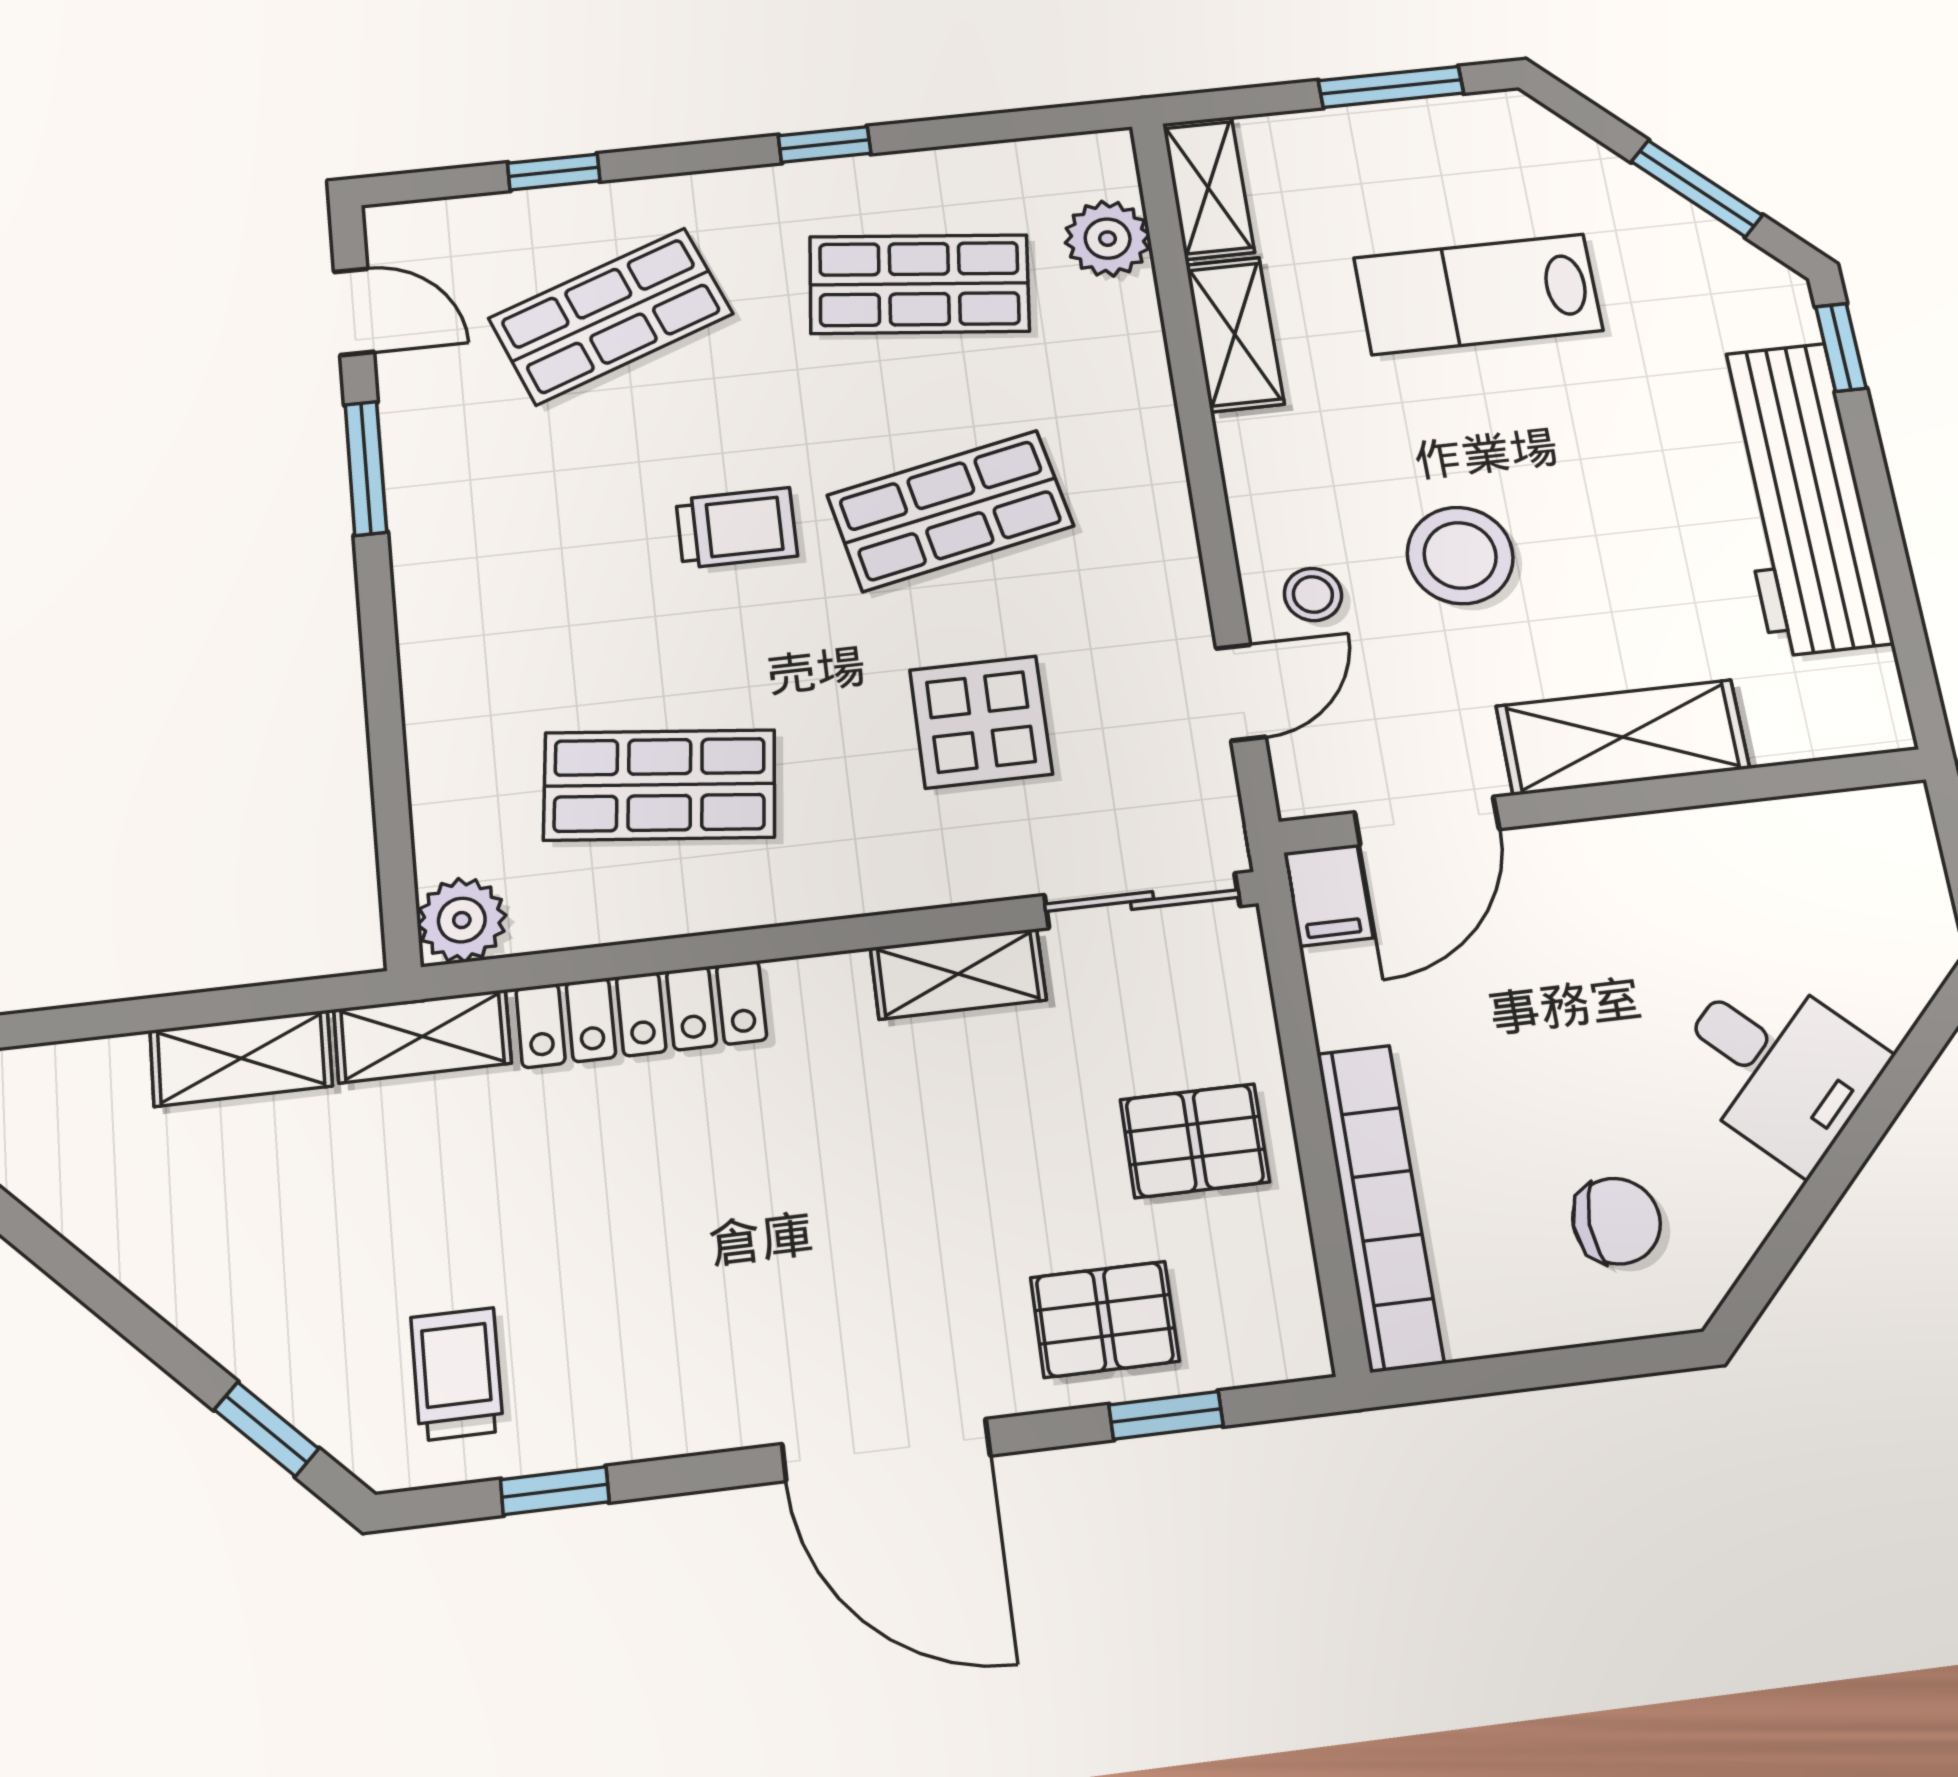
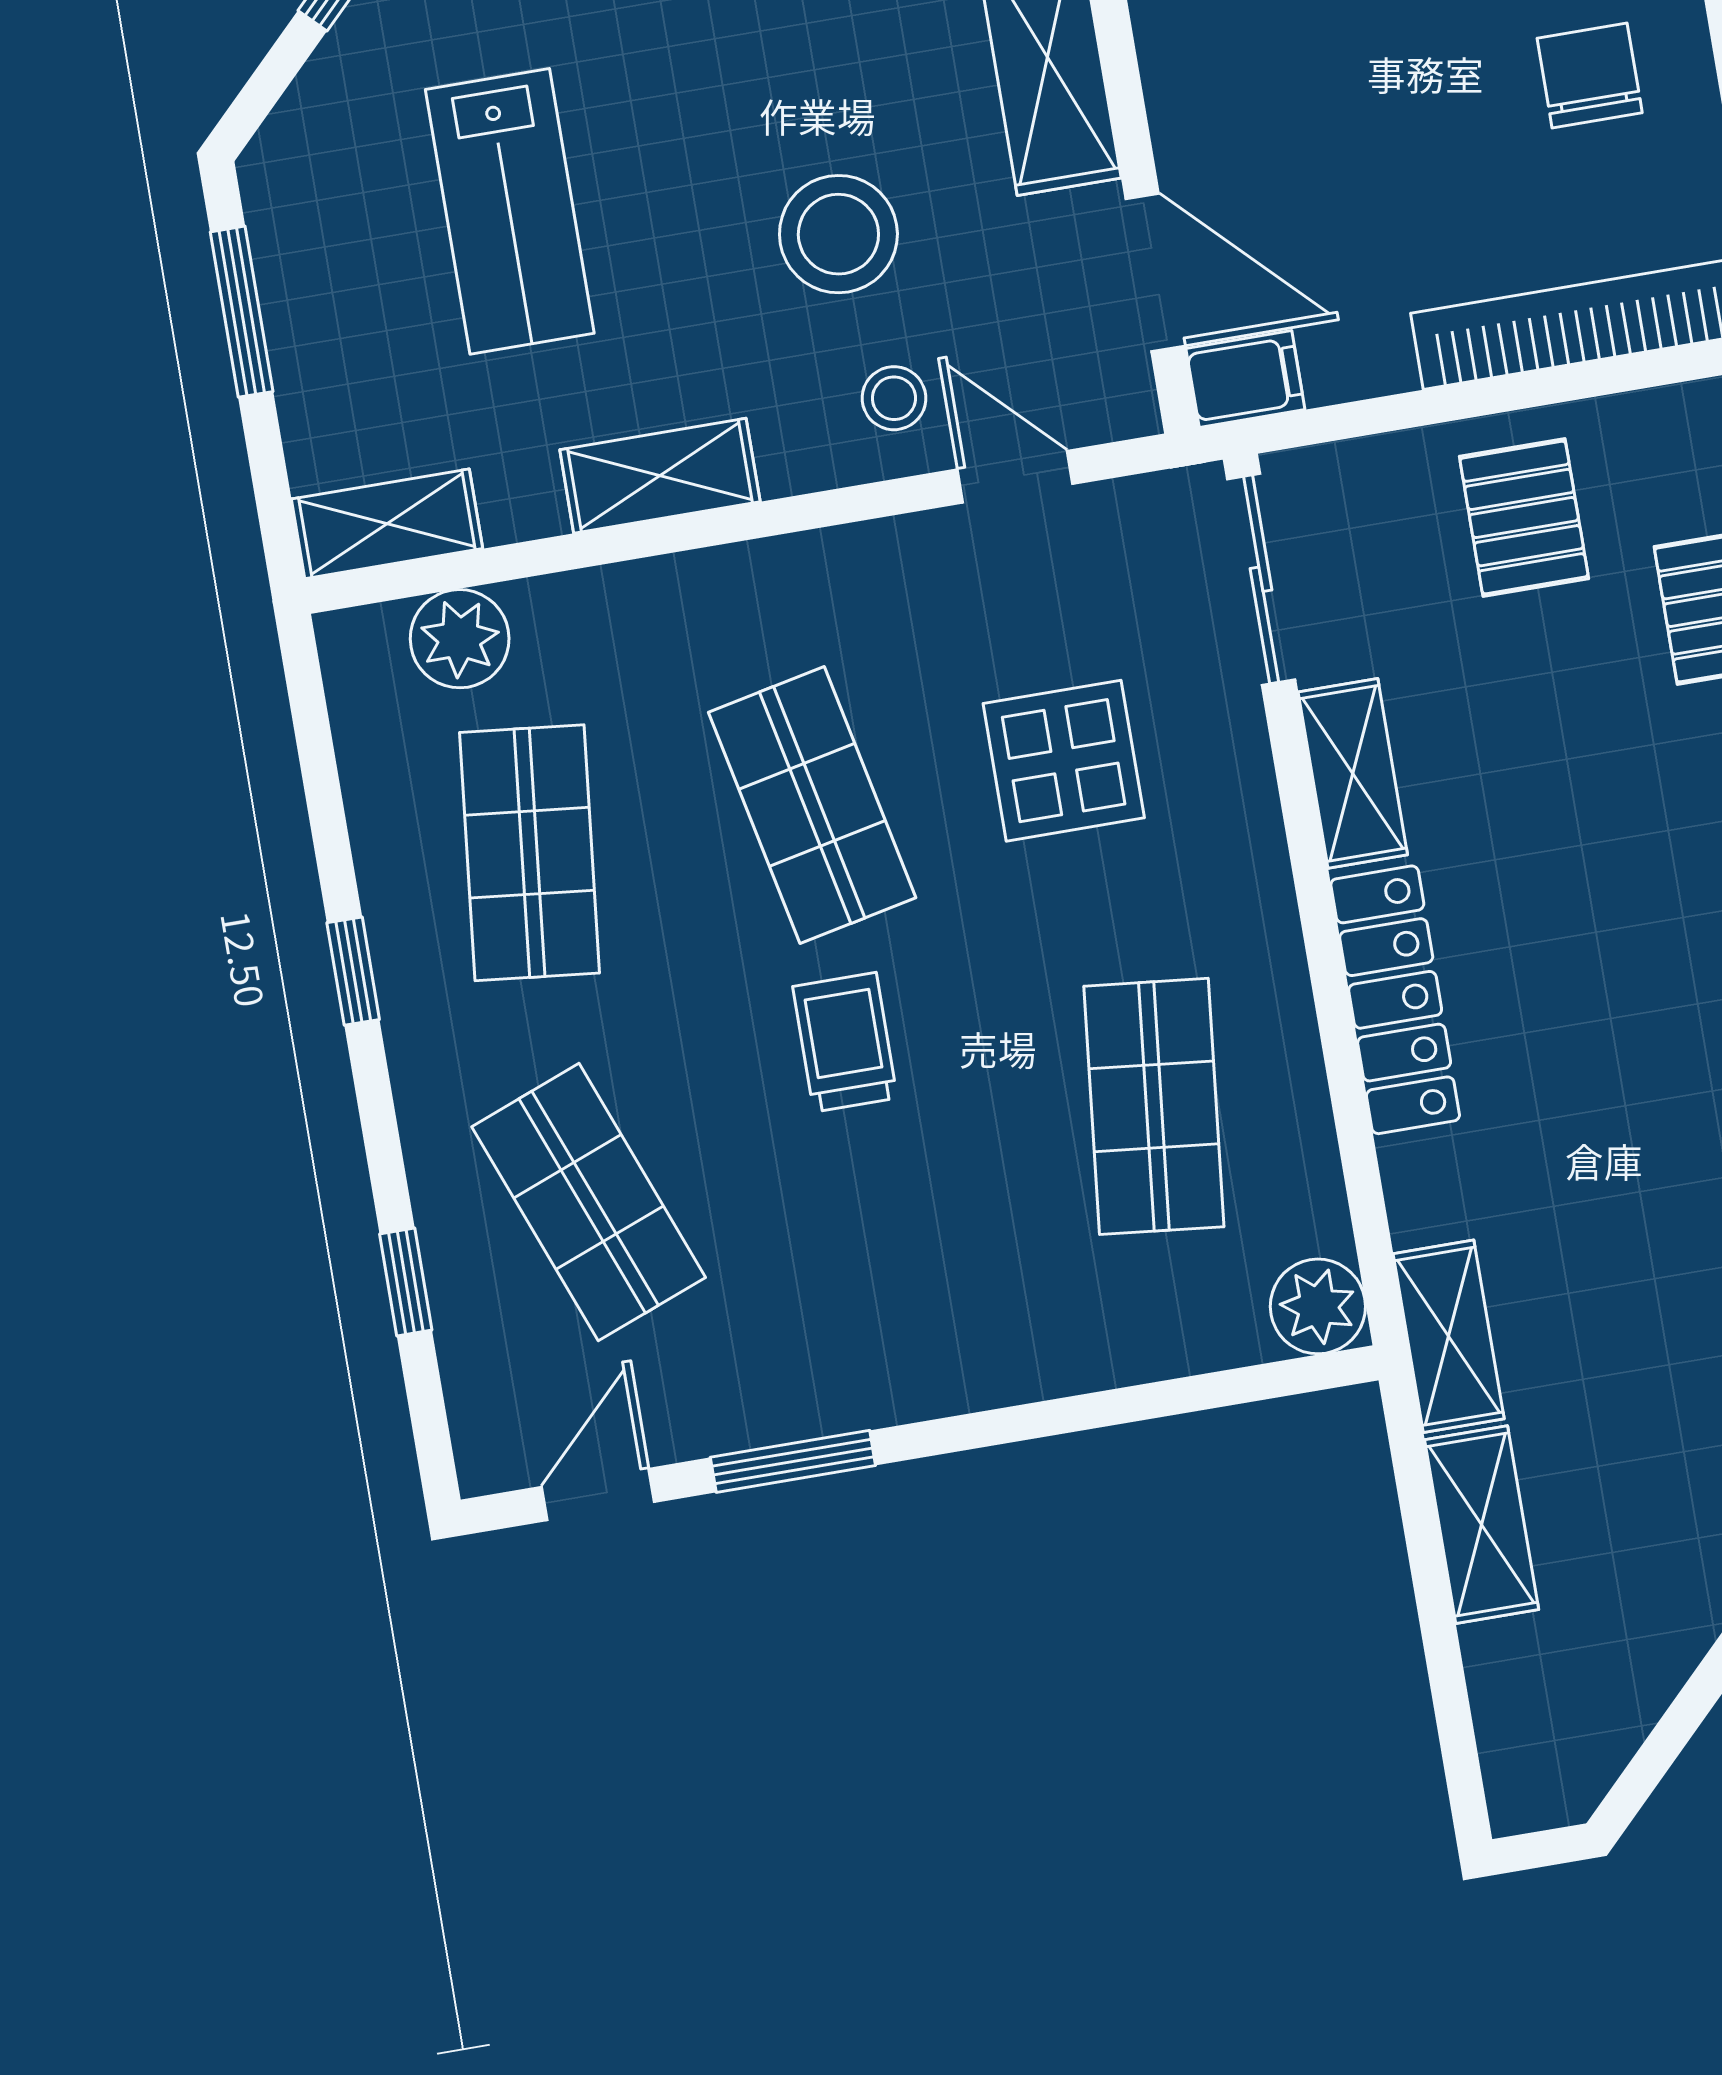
shelving: (1235, 334) -> (660, 476), moved
locker: (641, 1014) -> (1395, 1000), moved

